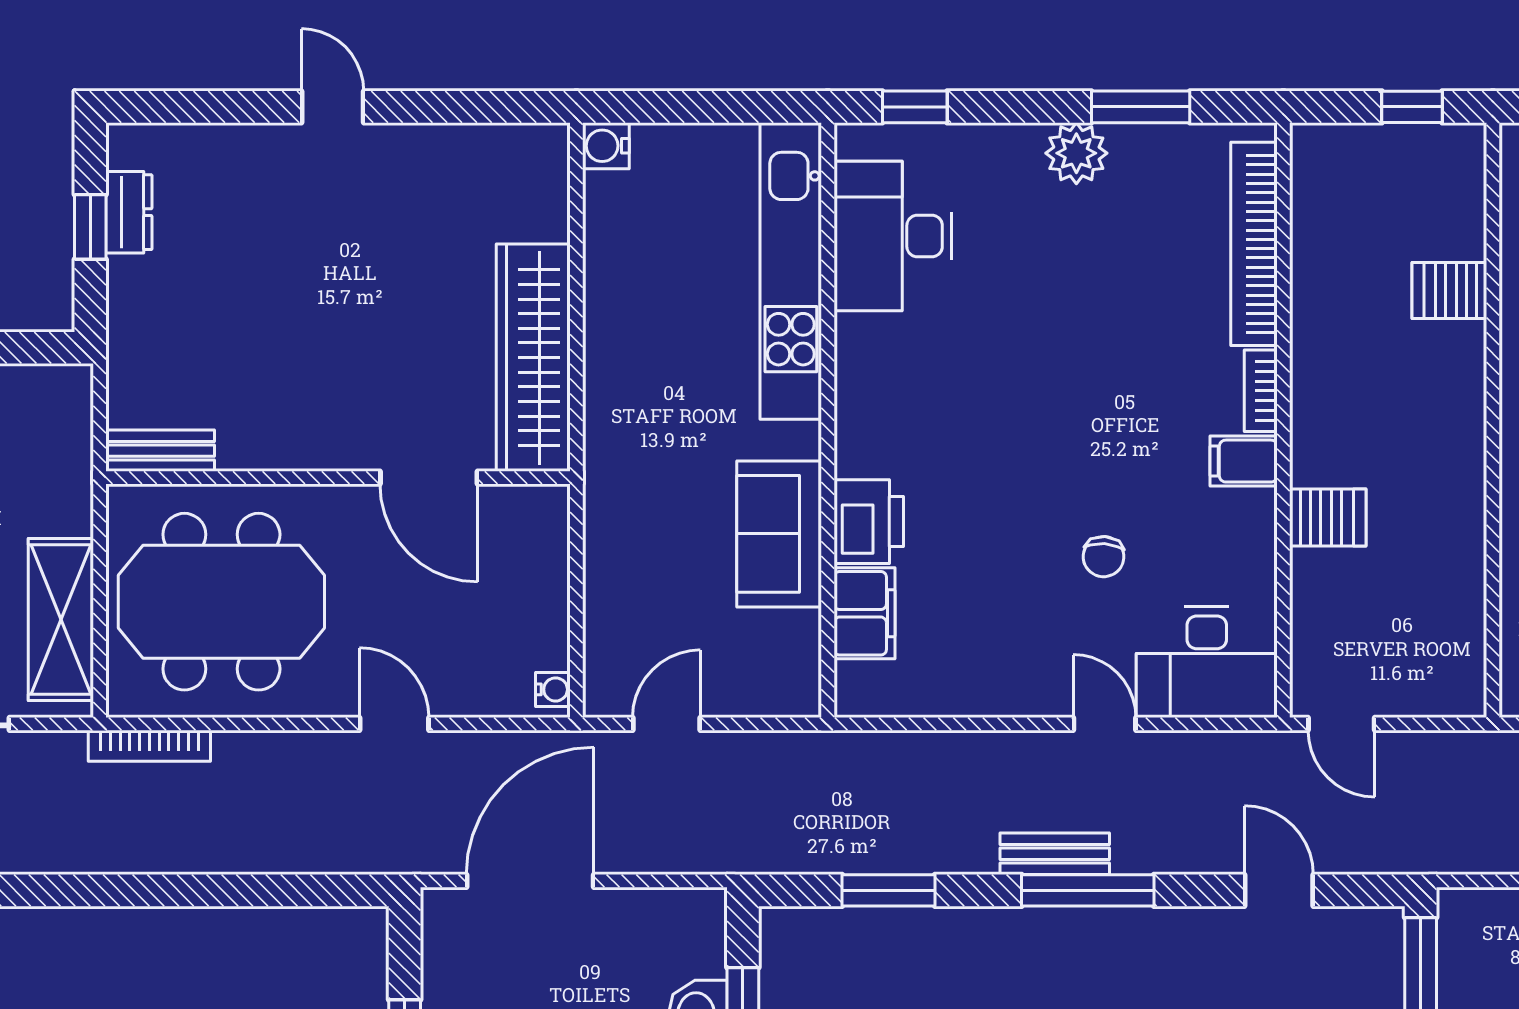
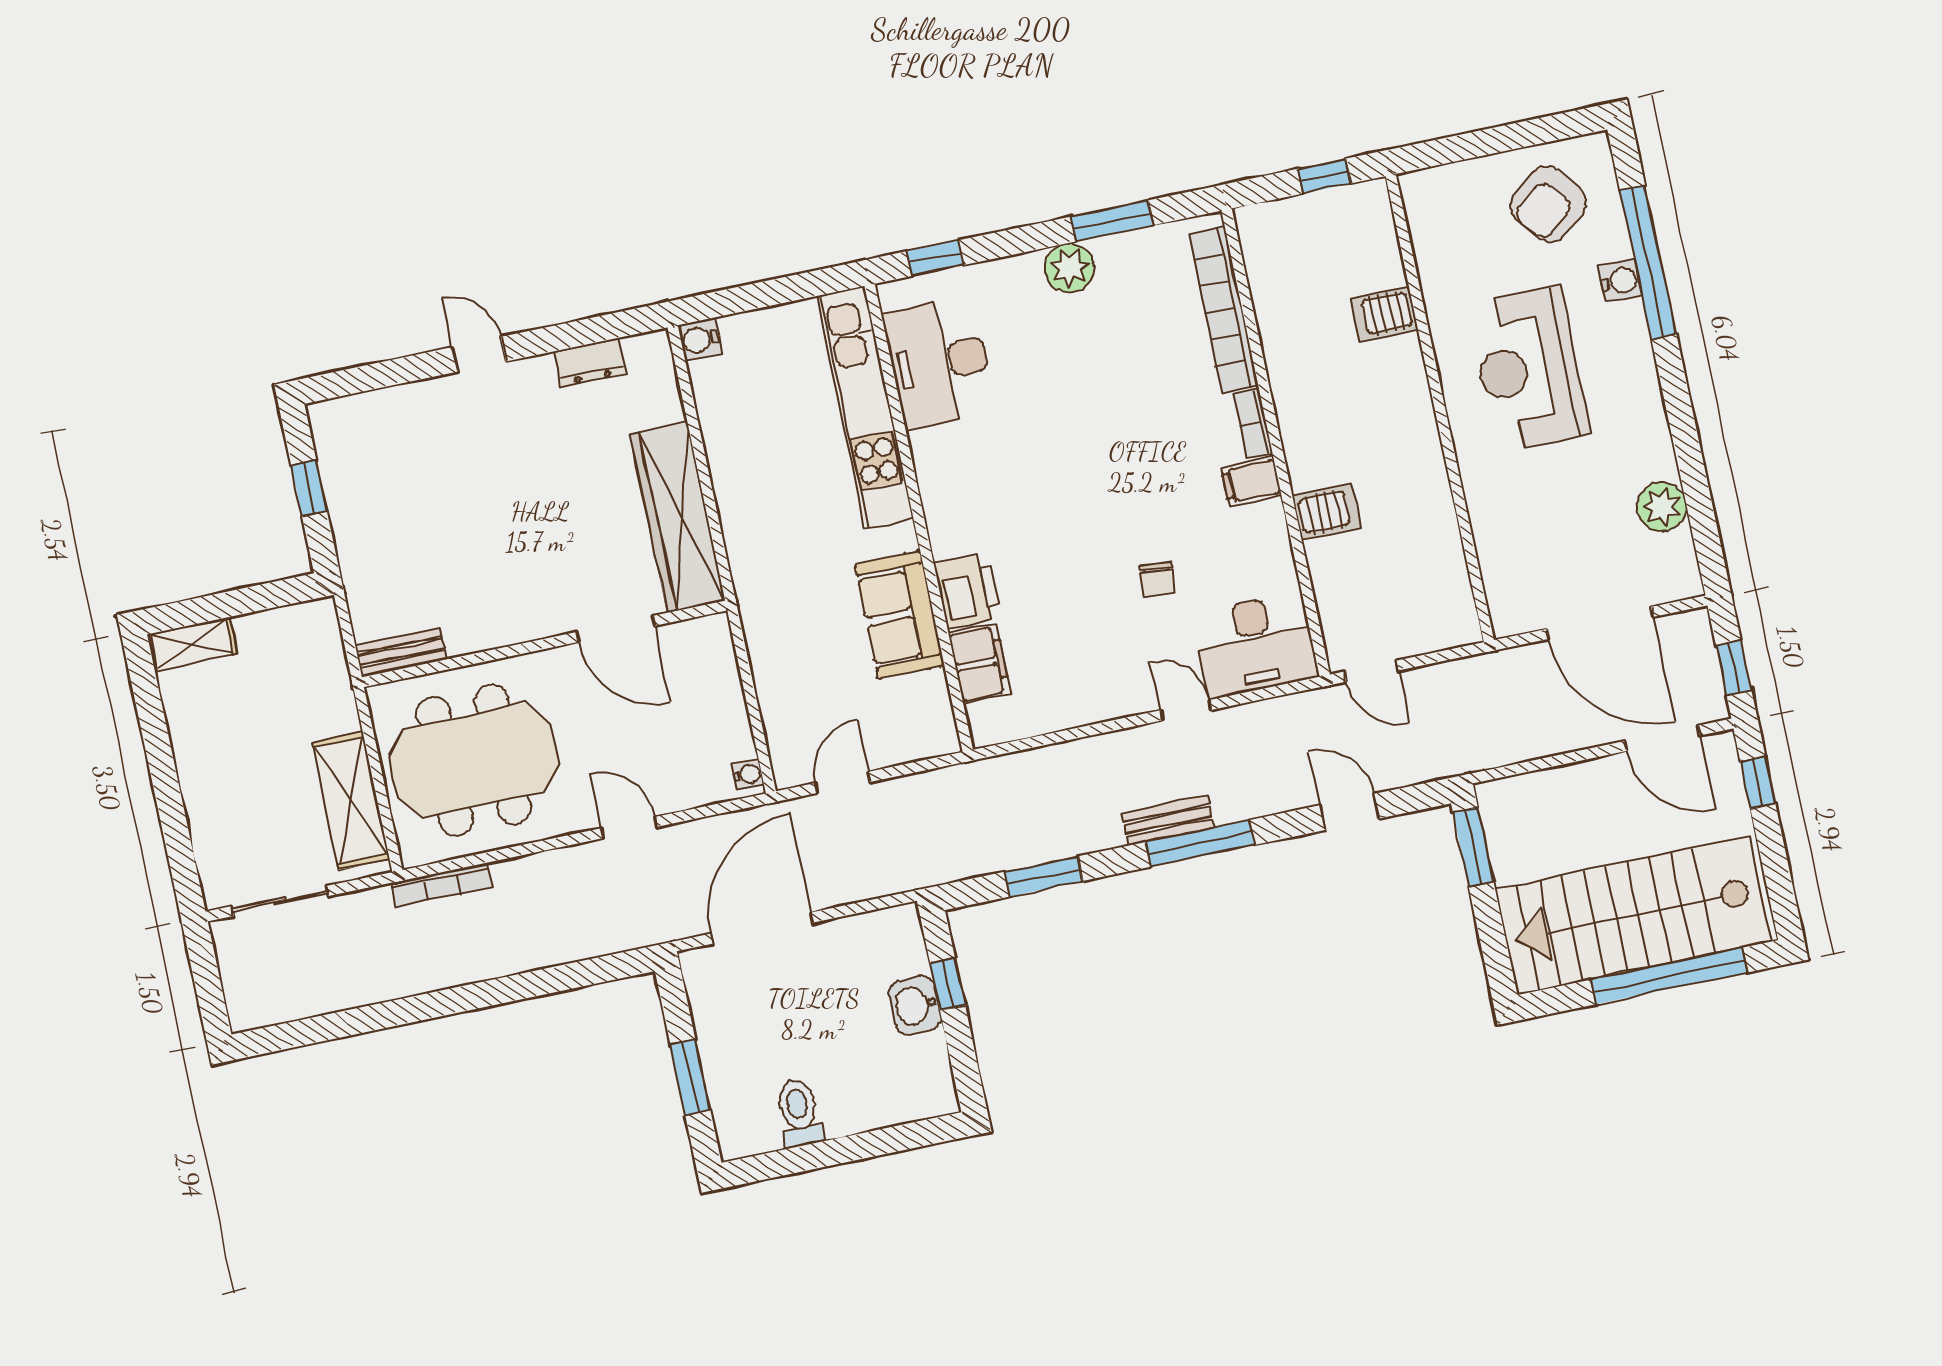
dresser: (129, 212) -> (590, 363), moved, turned 90

